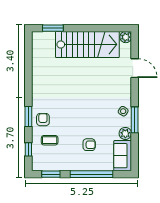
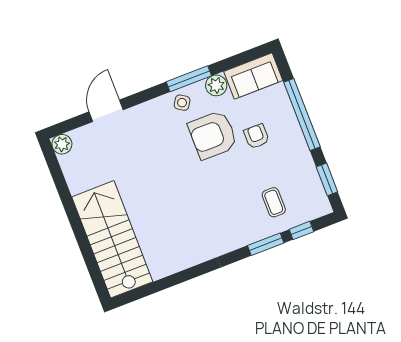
window: (53, 28) -> (93, 266), removed
stairs: (87, 44) -> (112, 239), moved
window: (28, 116) -> (266, 244), moved
armchair: (43, 120) -> (213, 135), moved, width x1.88, depth x1.88

